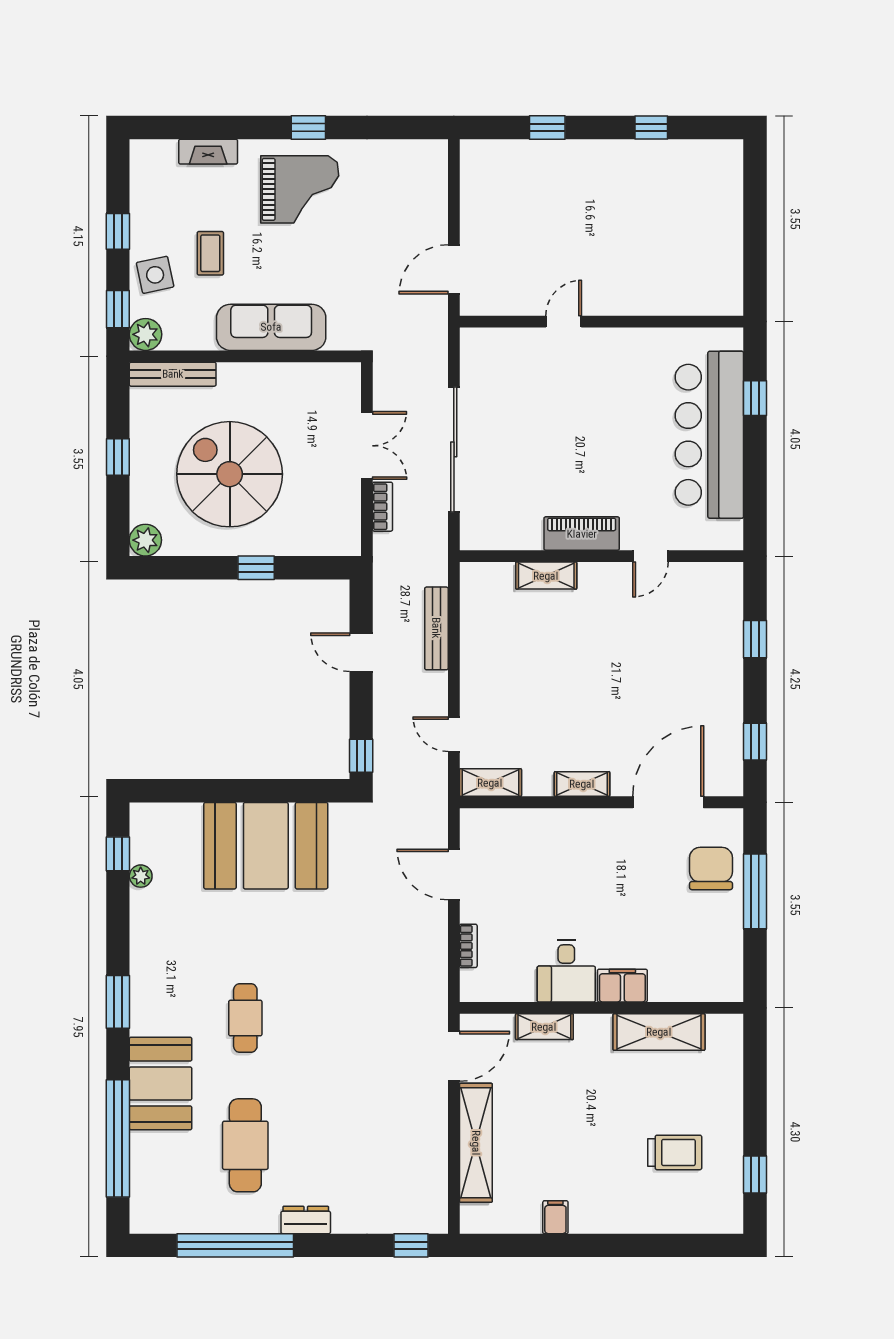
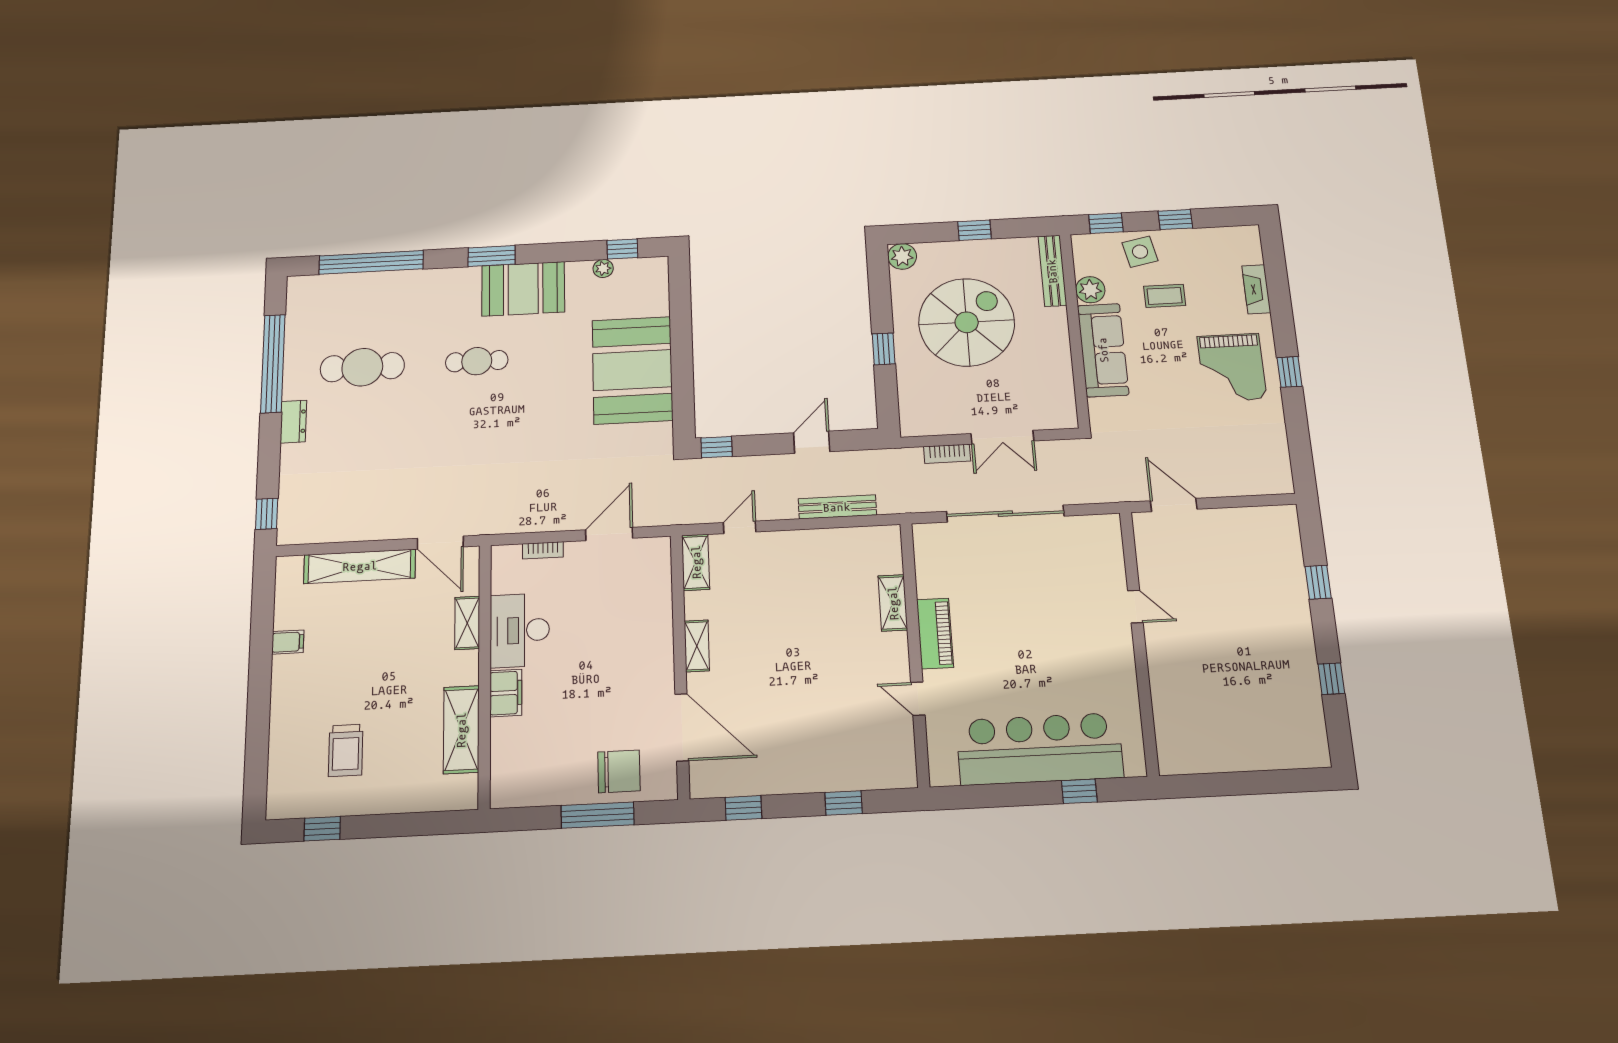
plant: (146, 334) -> (1090, 290), moved
desk: (566, 971) -> (520, 630), width x1.37
booth: (161, 1084) -> (523, 289), moved

